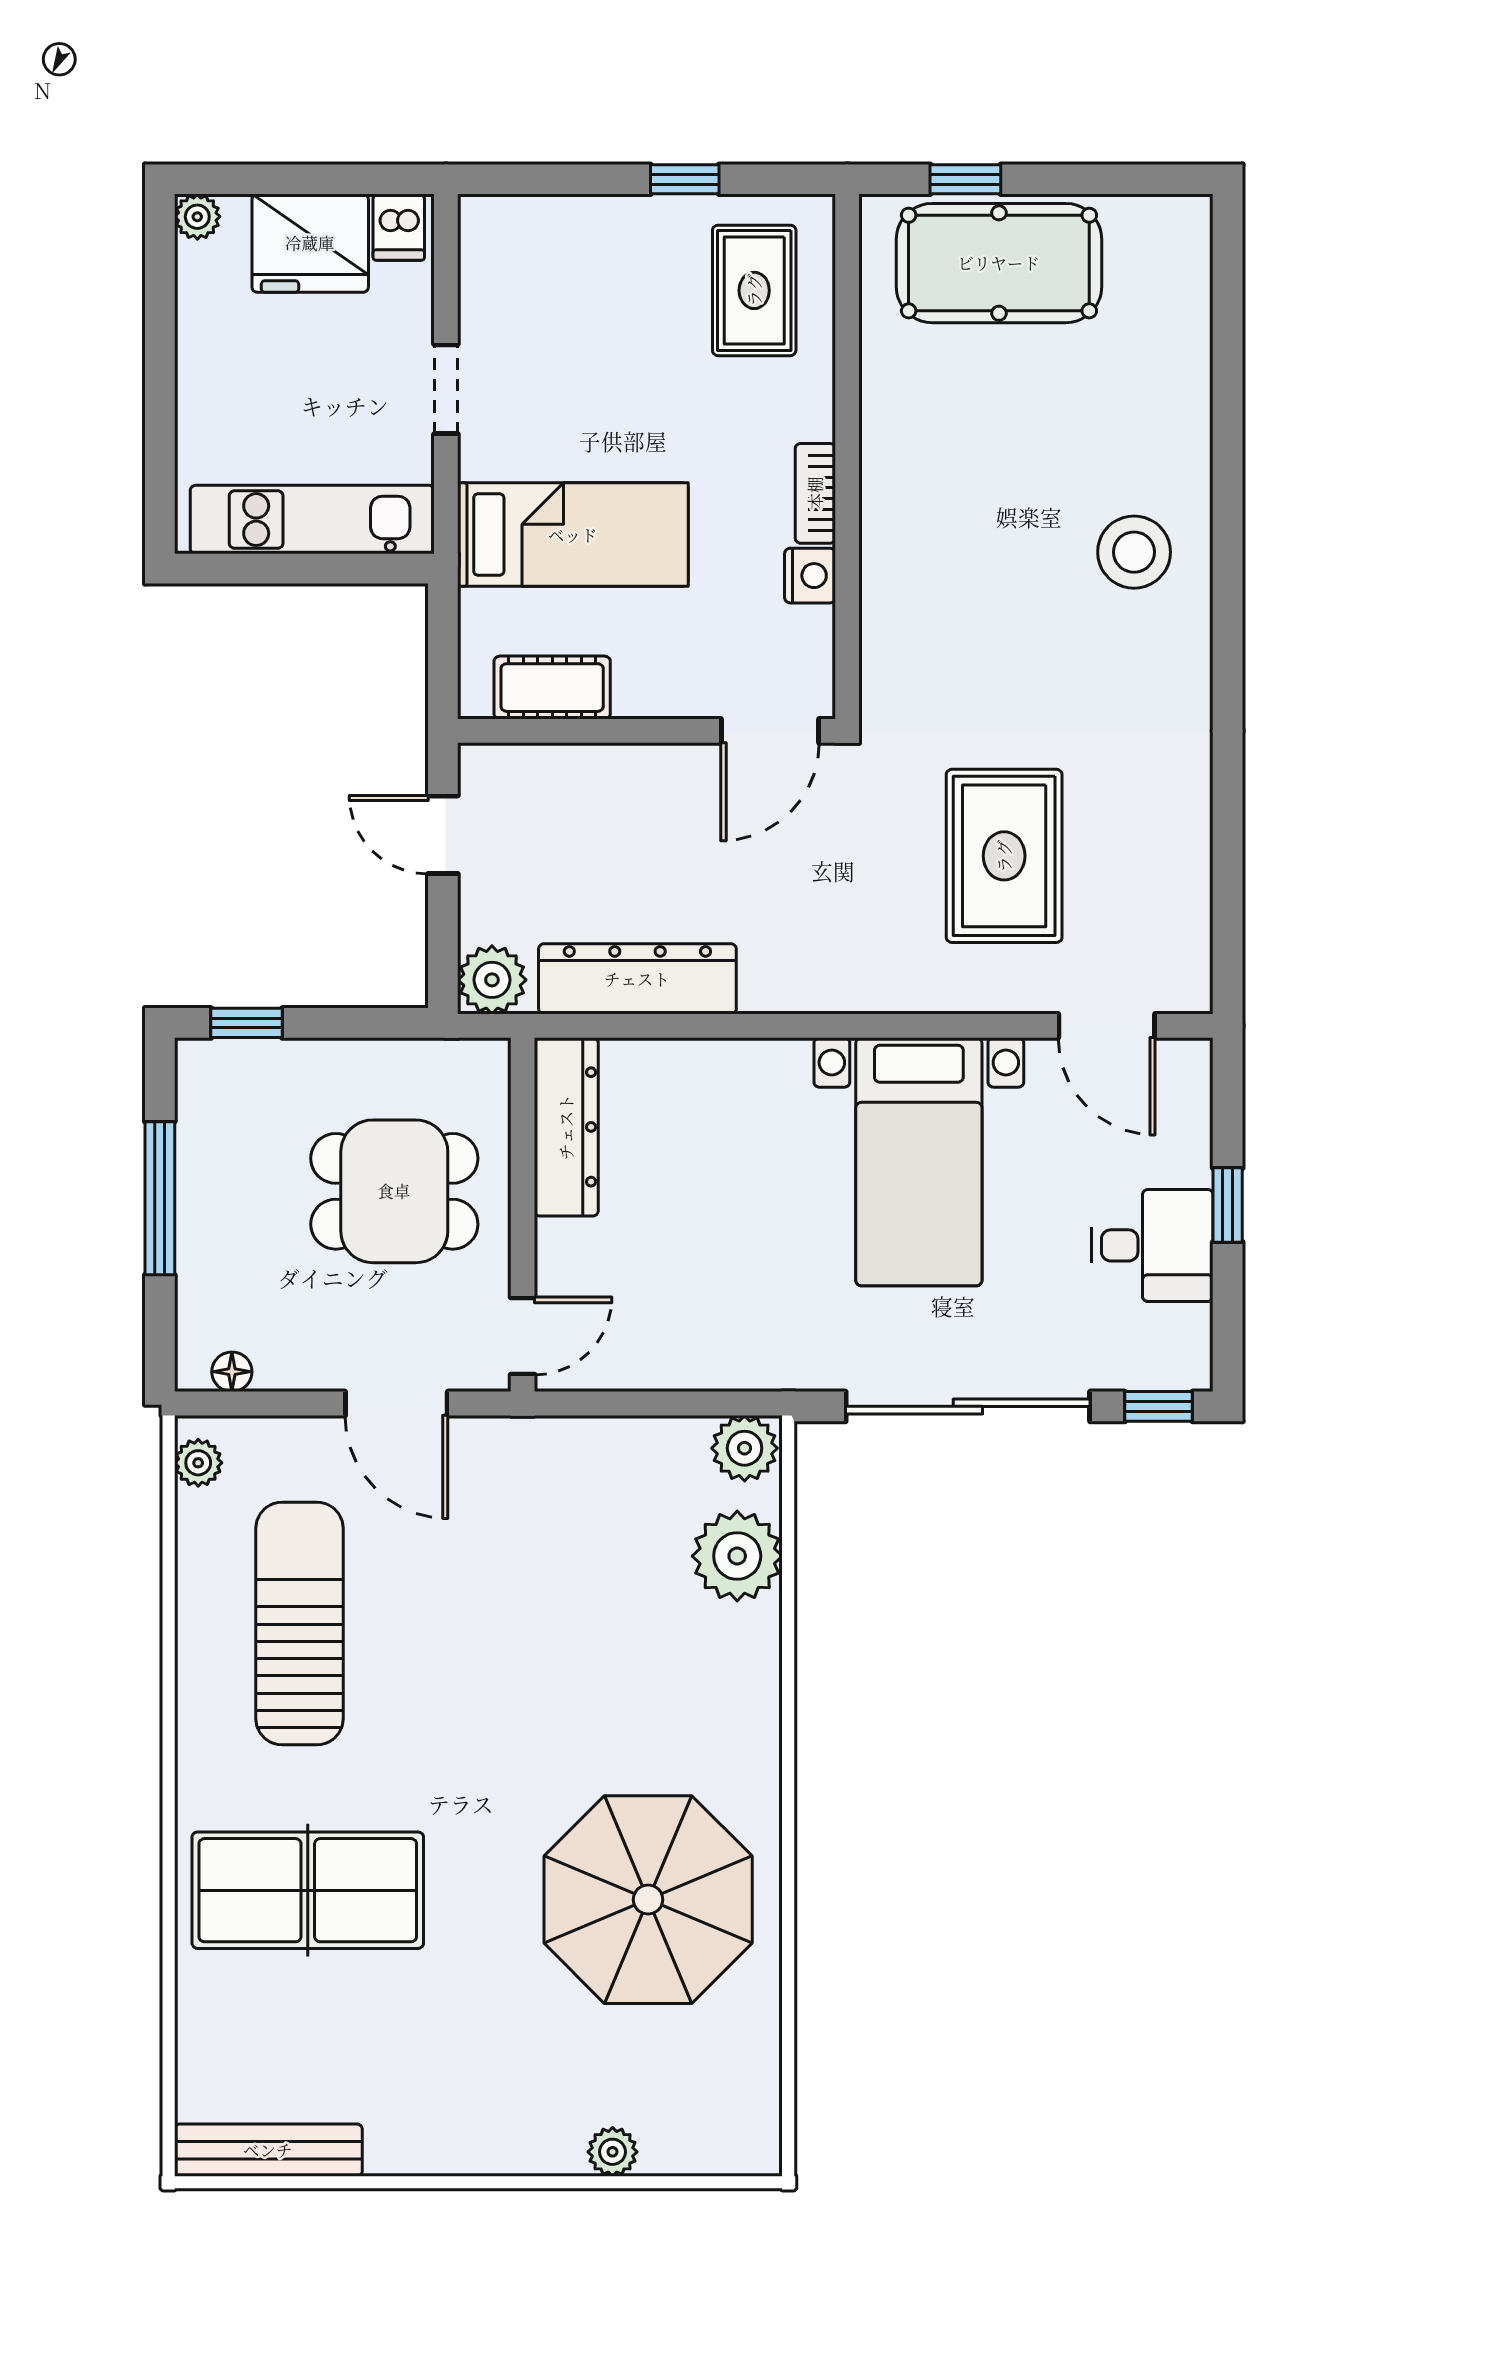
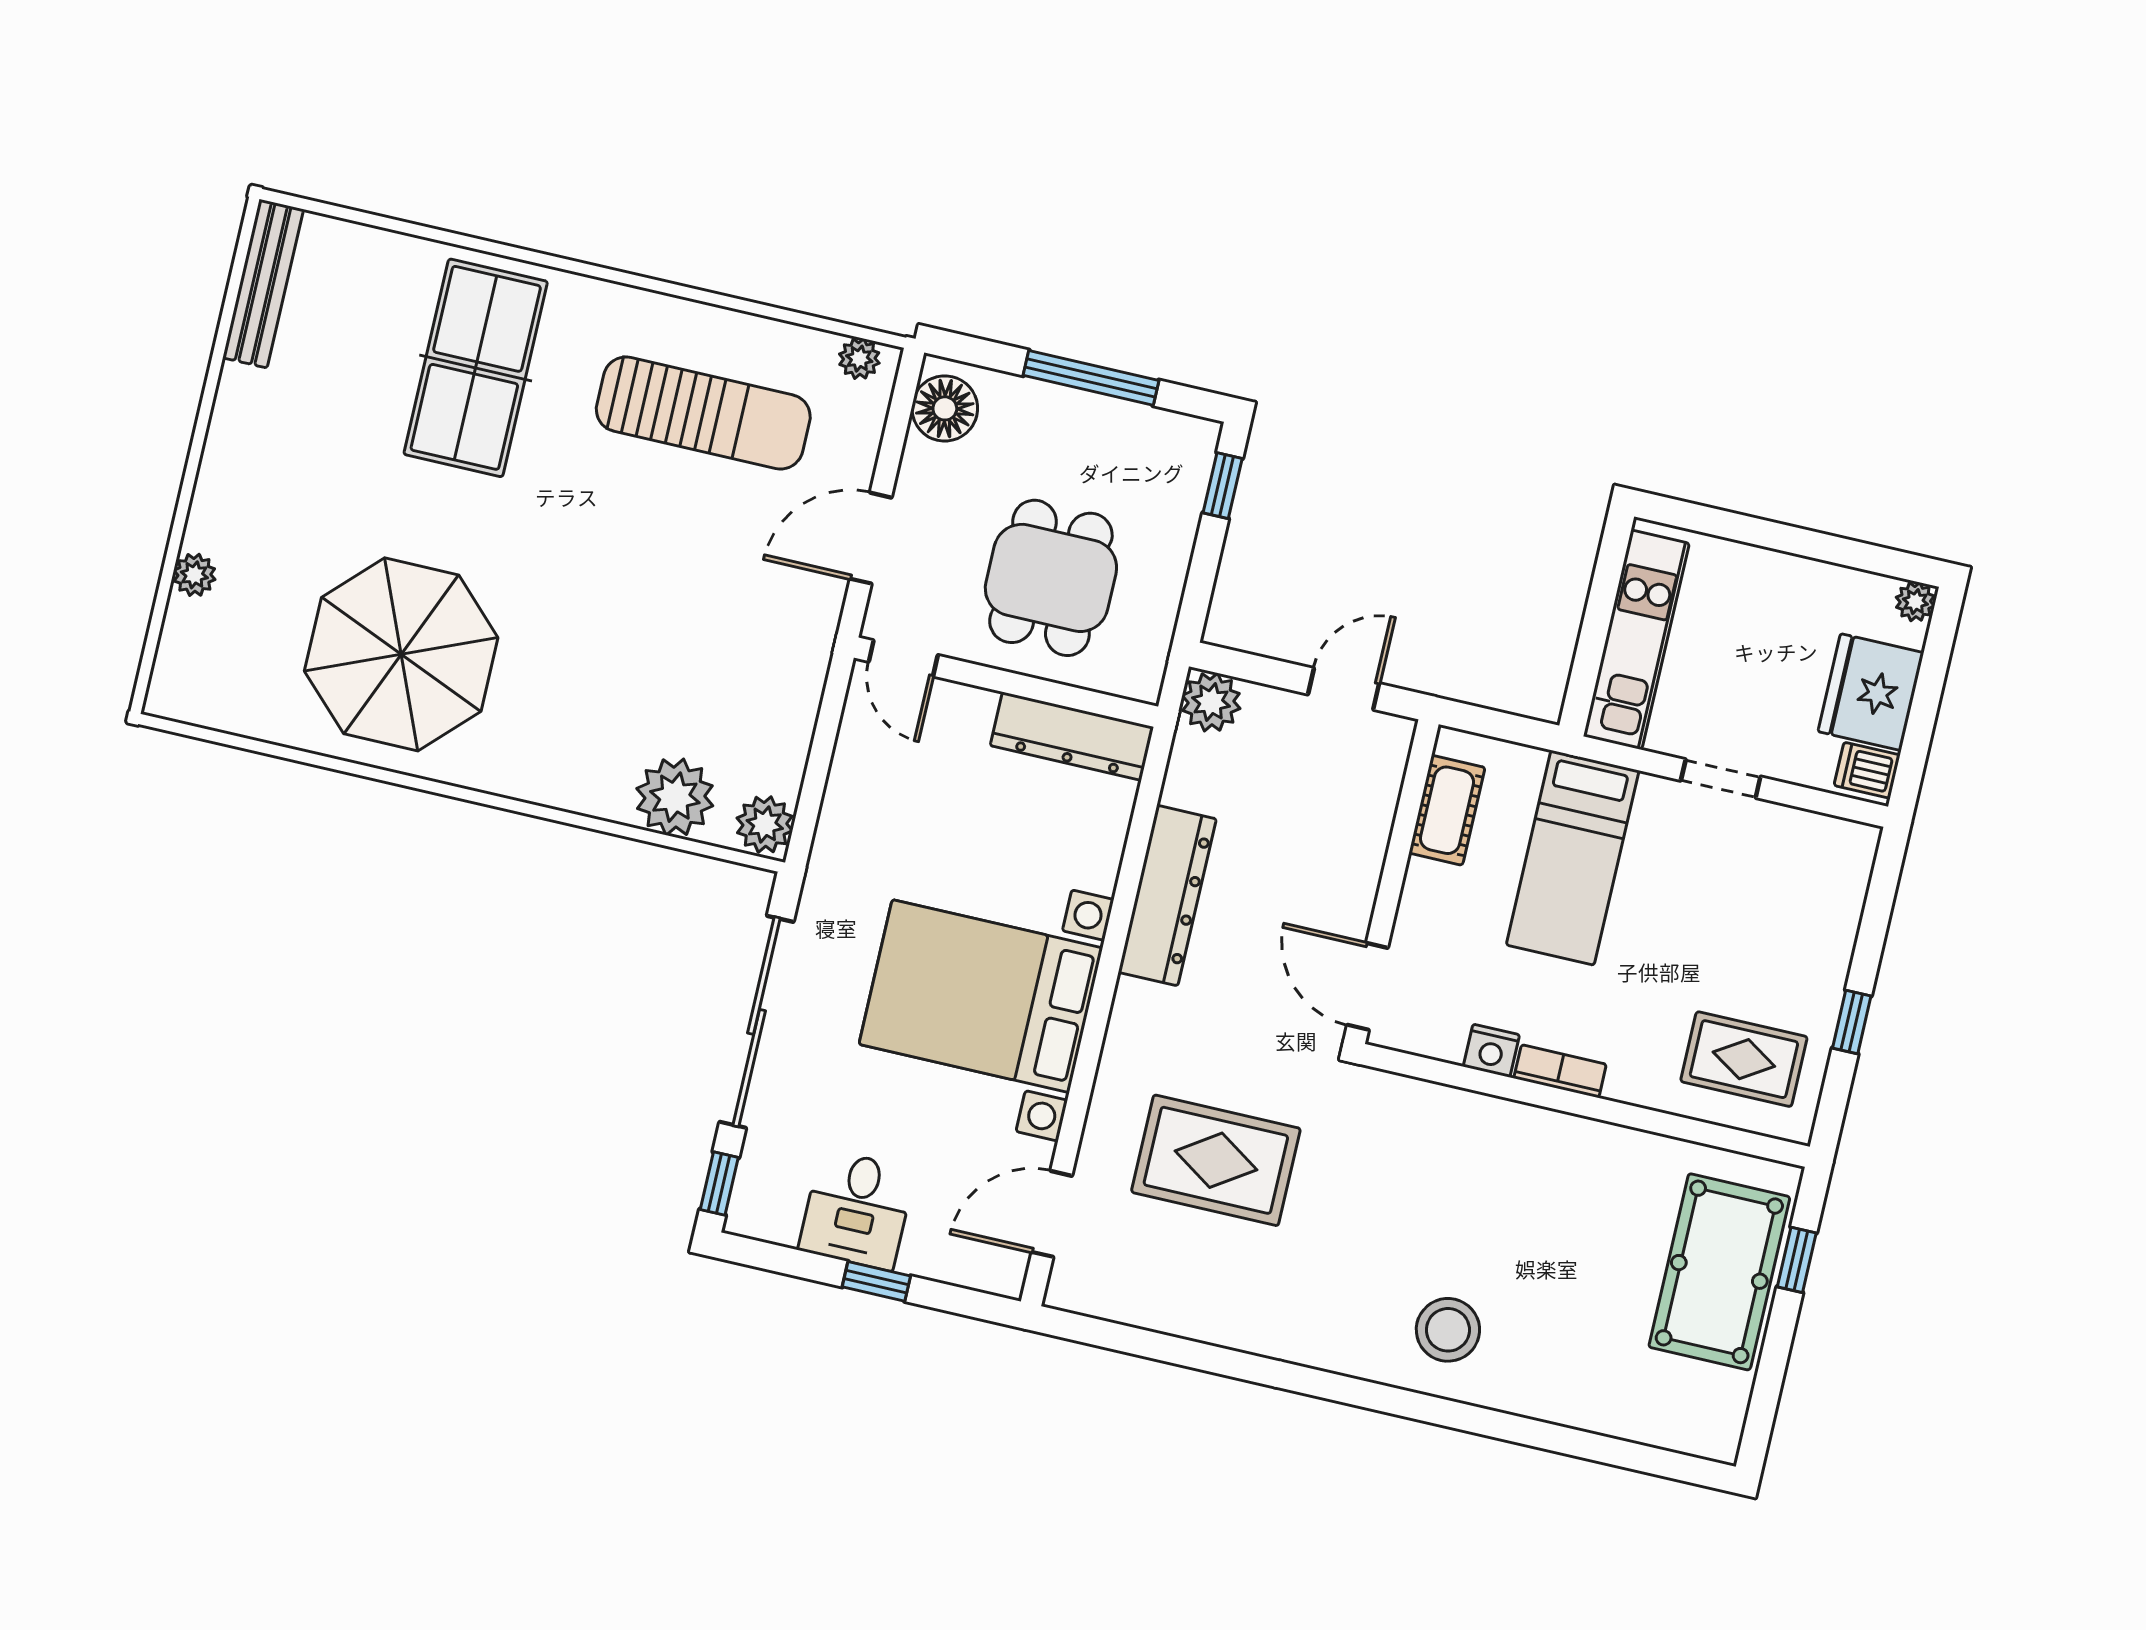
dresser: (637, 979) -> (1167, 896), moved
bed with nightstands: (919, 1162) -> (981, 996), width x1.36
floor lamp: (232, 1372) -> (945, 408), width x1.89, depth x1.89

